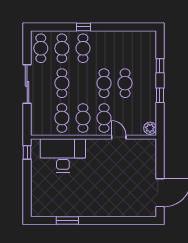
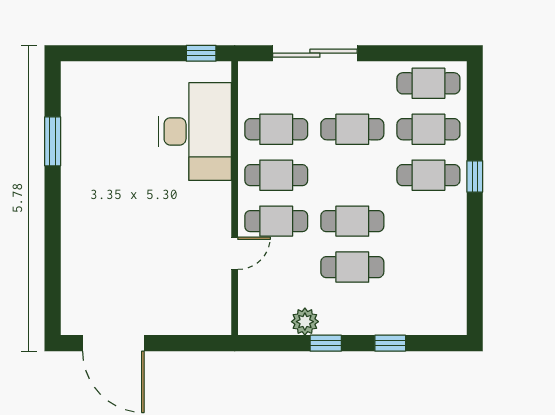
sliding door: (27, 84) -> (315, 53), moved
plant: (150, 128) -> (305, 322), moved

